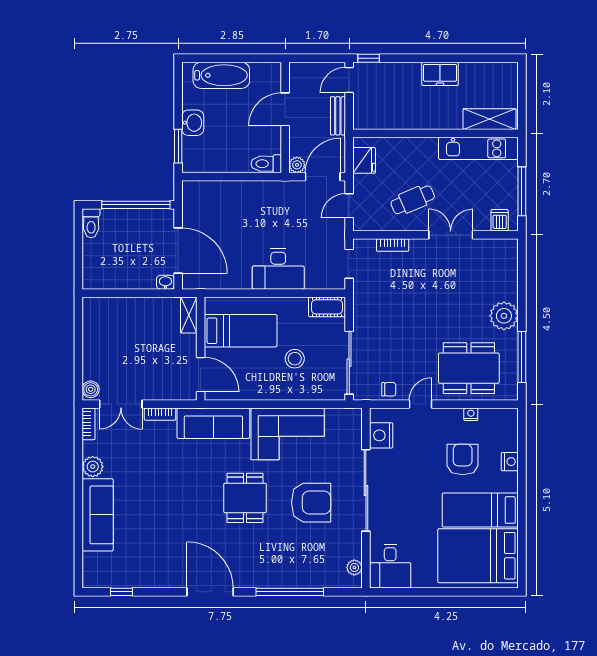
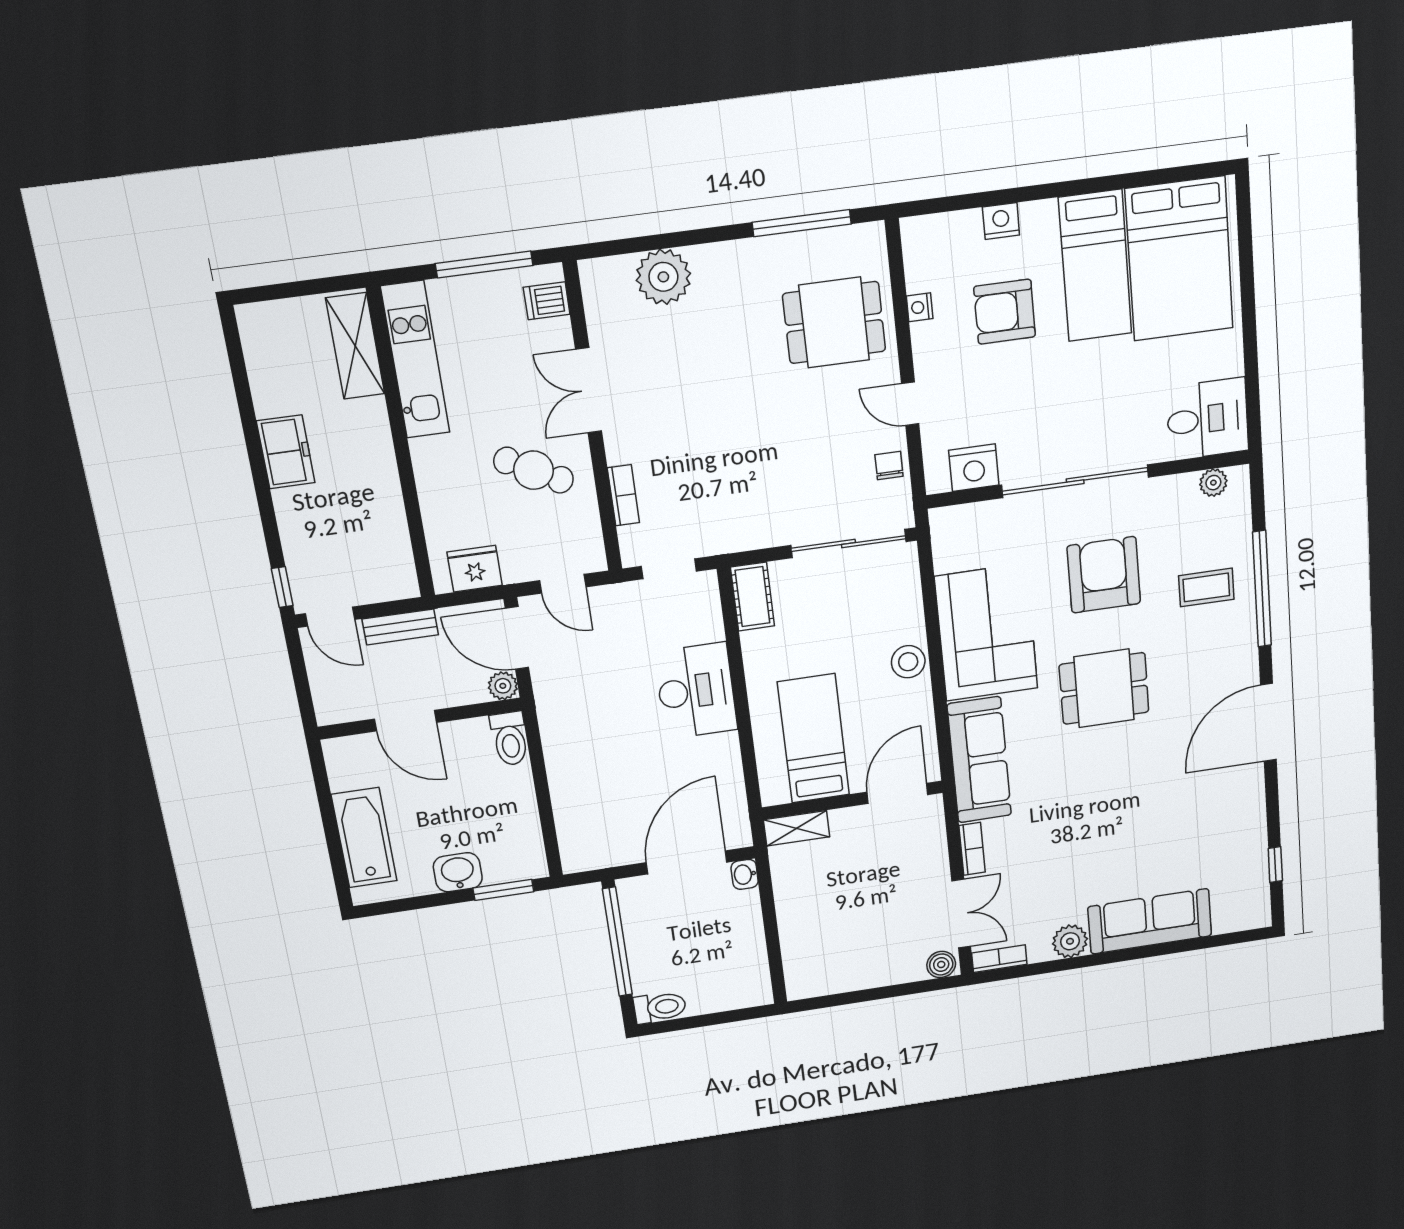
cafe table: (413, 200) -> (534, 470), turned -39
plant: (504, 316) -> (663, 277), moved
stool: (295, 359) -> (908, 662), moved
dining table: (469, 368) -> (834, 323), width x0.73
coffee table: (295, 560) -> (1206, 587), added

